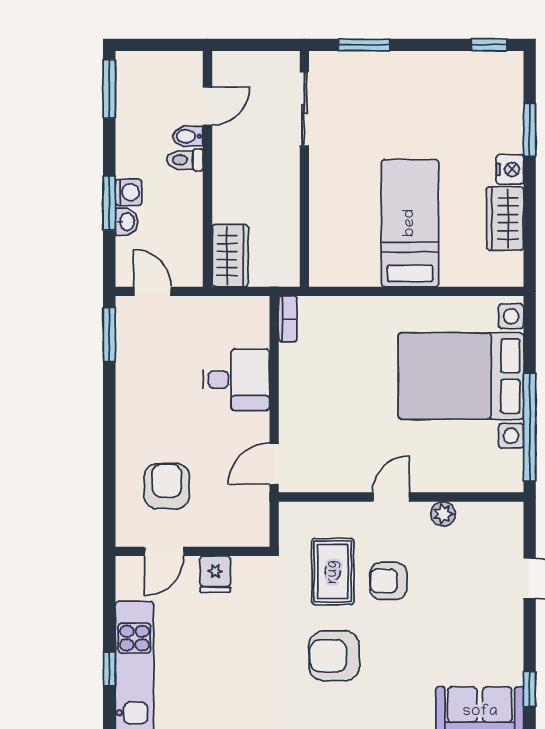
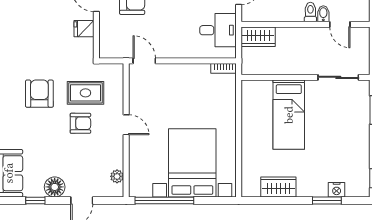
nightstand: (510, 169) -> (337, 190), moved
bed: (410, 223) -> (289, 115), moved, turned 90
desk: (236, 380) -> (218, 30), moved, turned -90
plant: (443, 514) -> (117, 176), moved
armchair: (388, 581) -> (80, 123), turned 90
floor lamp: (505, 628) -> (55, 187), added
window: (530, 689) -> (35, 200), moved

